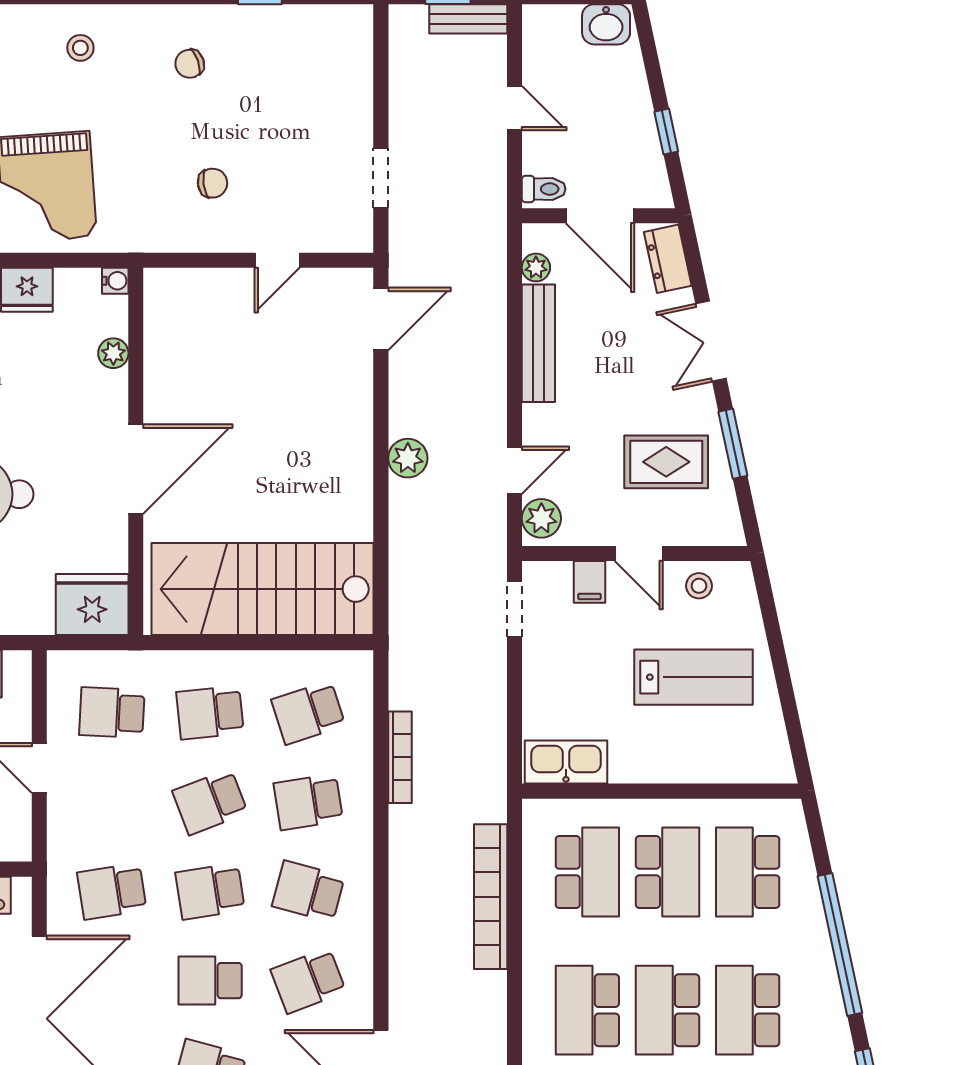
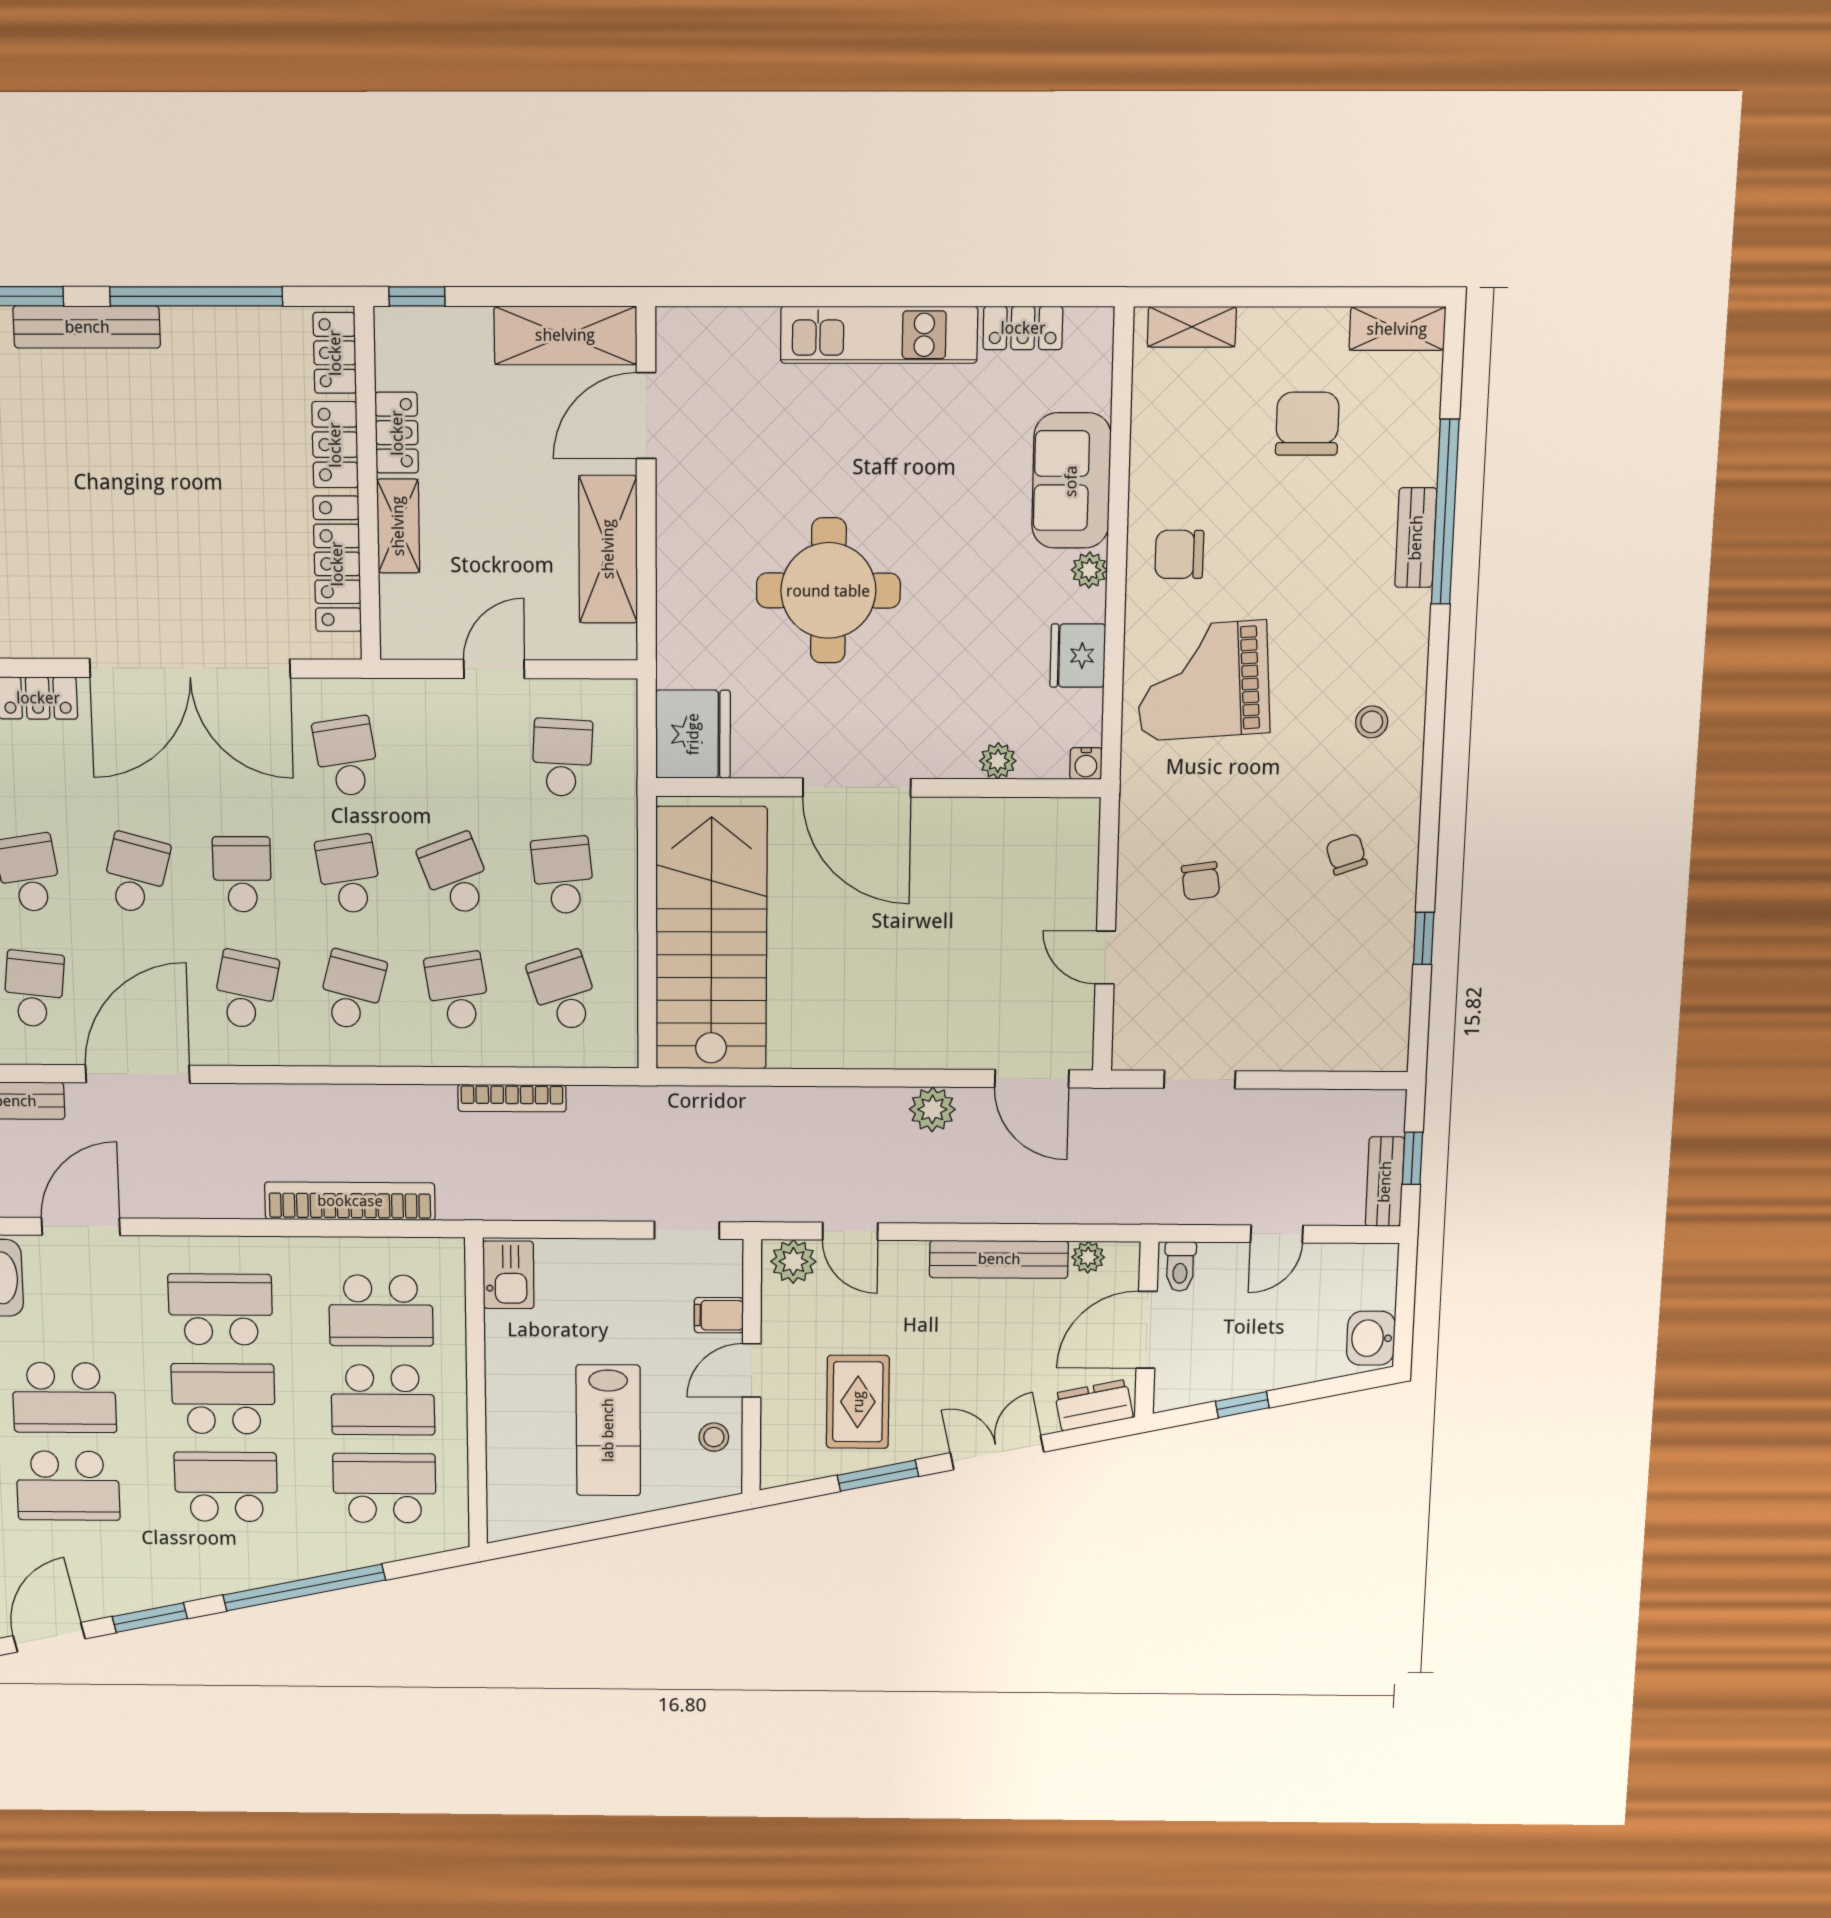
plant: (408, 458) -> (932, 1109), moved
kitchen sink: (566, 762) -> (508, 1275), width x0.73
school desk: (308, 981) -> (245, 990), turned 33

